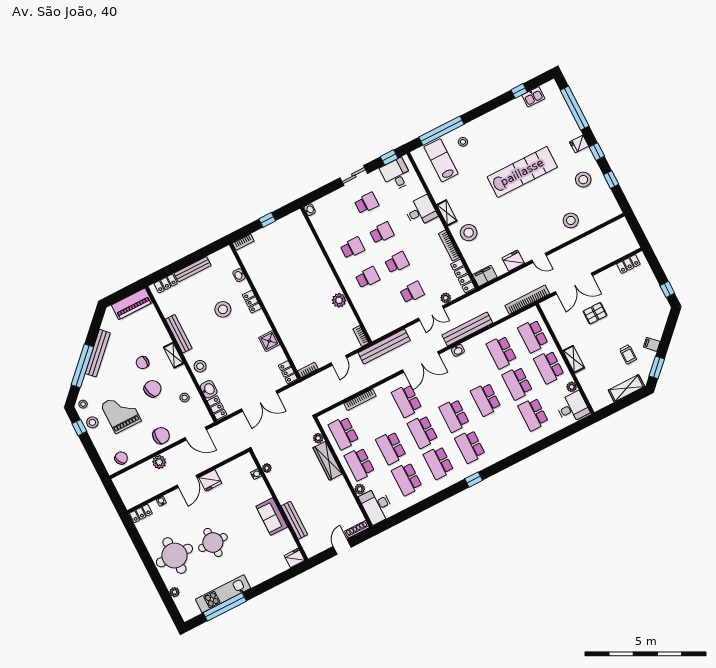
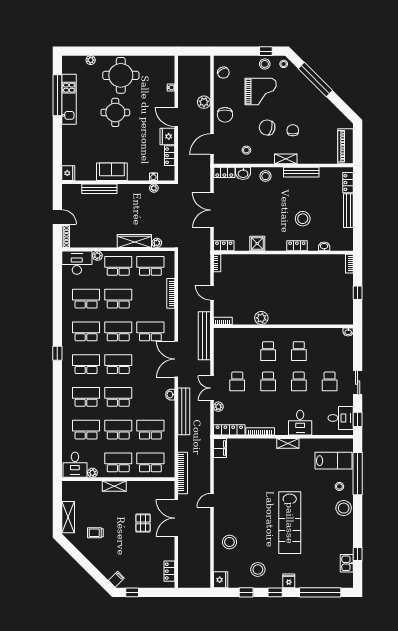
stool: (469, 233) -> (344, 508), moved
fridge: (513, 261) -> (221, 580), moved
filing cabinet: (652, 344) -> (116, 579), moved
bench: (98, 353) -> (319, 97), removed
window: (657, 367) -> (73, 551), removed
chair: (153, 389) -> (267, 128), turned 123
school desk: (502, 430) -> (86, 397), added
locker: (141, 513) -> (170, 156), moved

